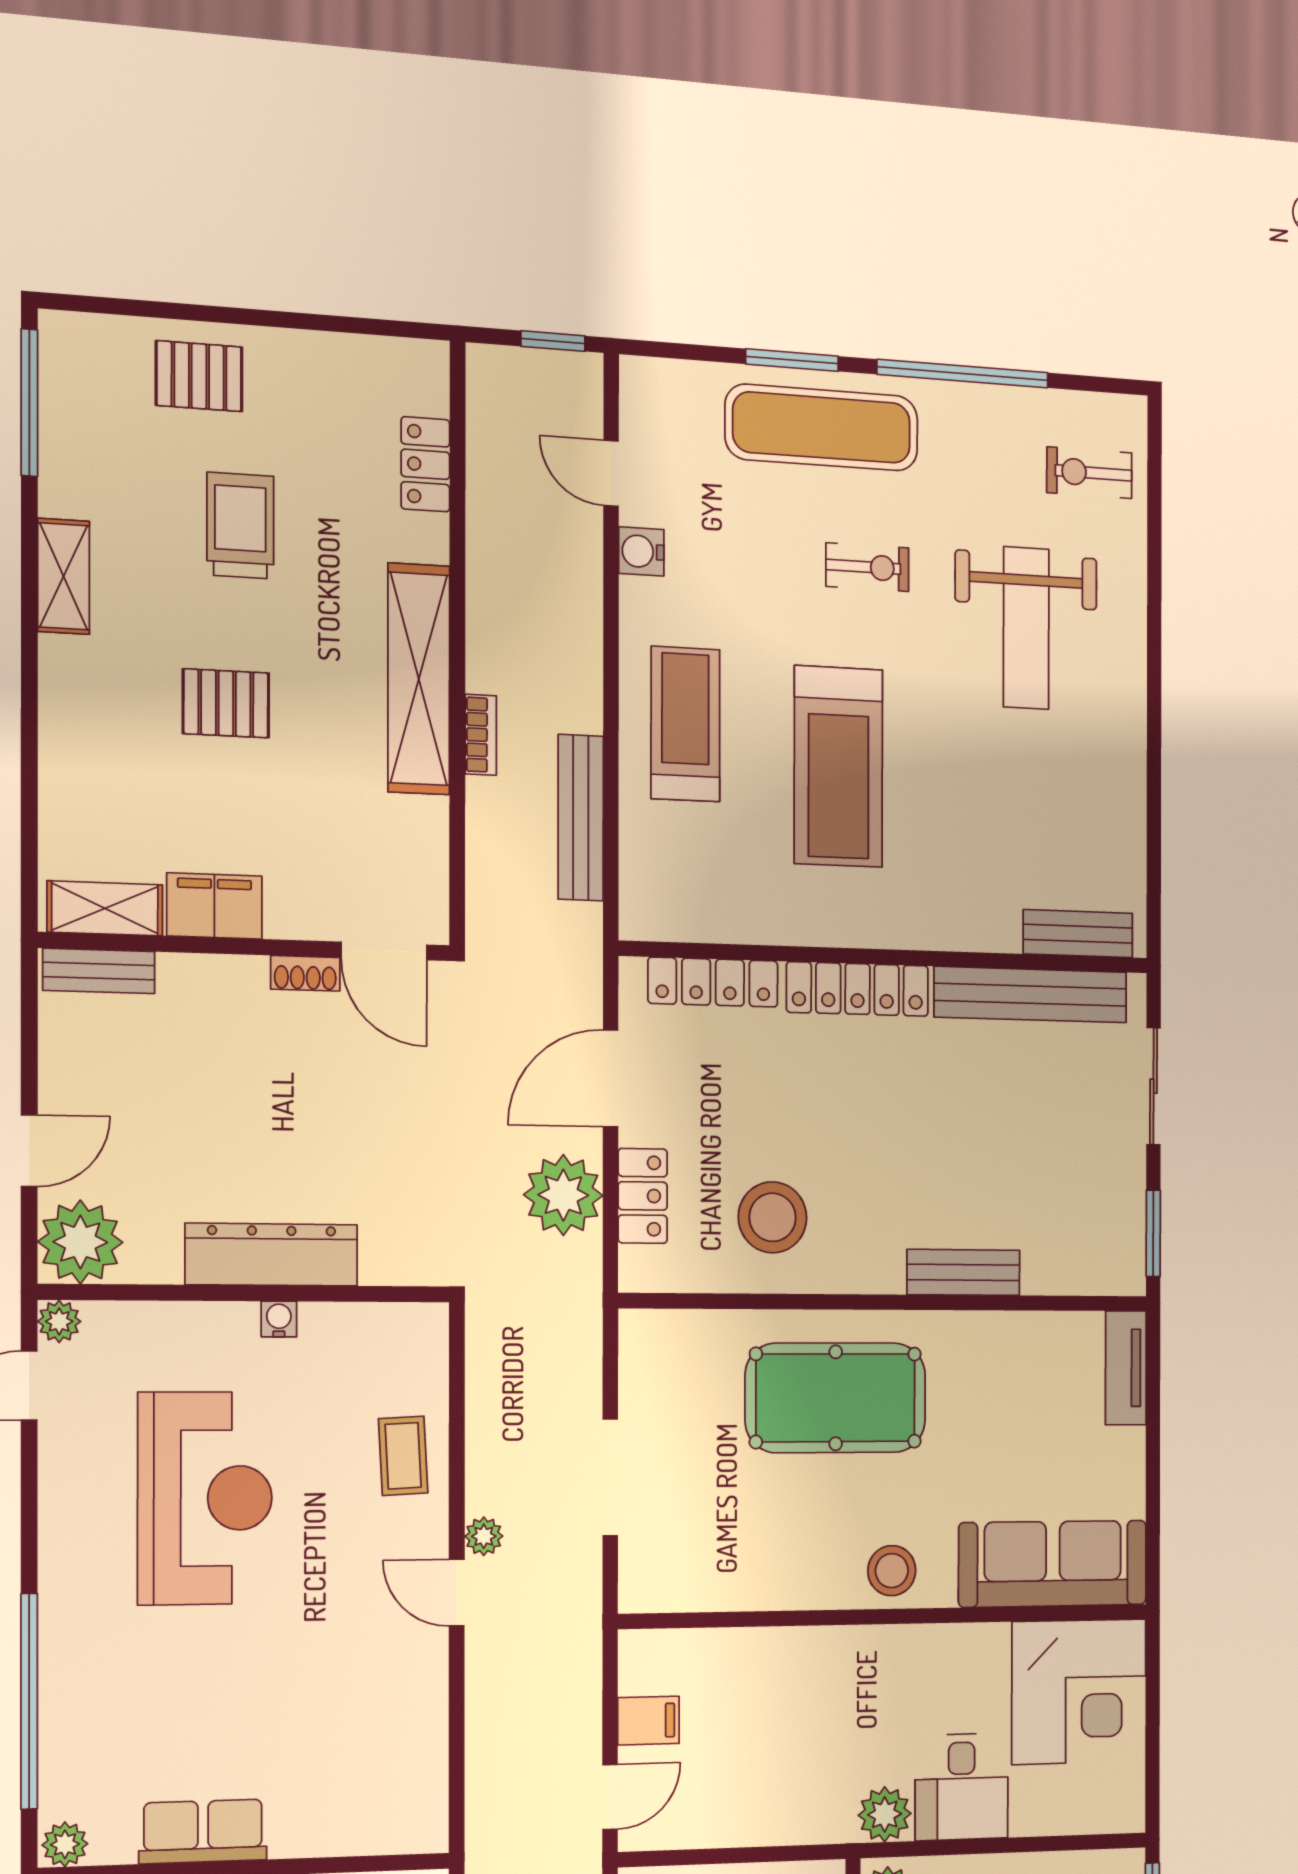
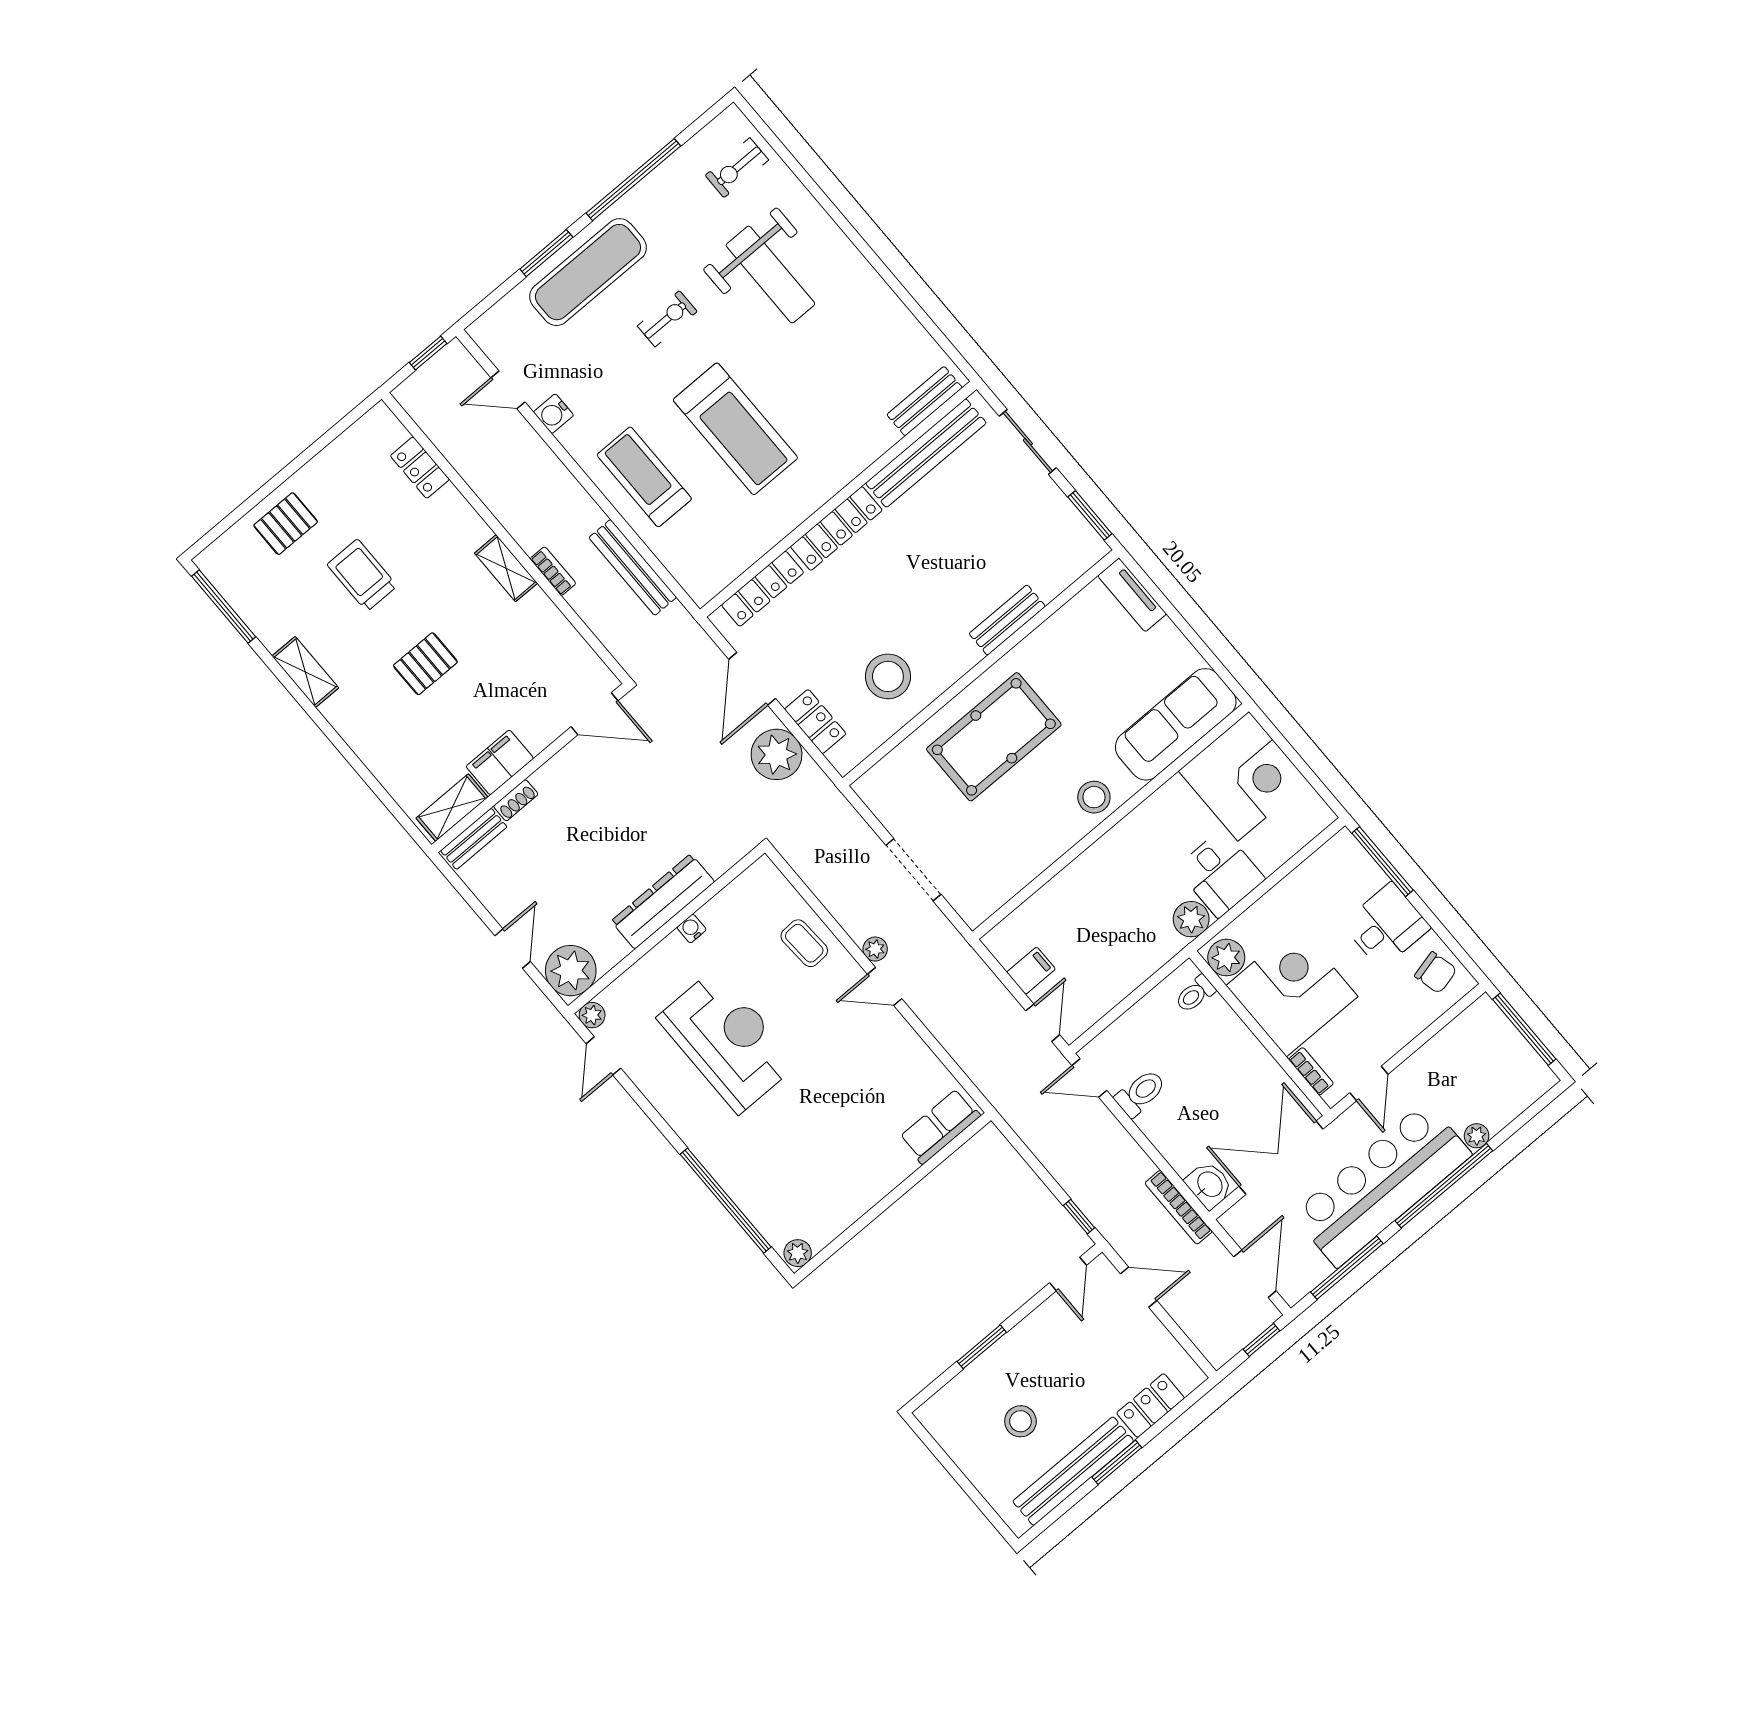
shelving: (419, 679) -> (506, 568), width x0.45, depth x0.75
shoe rack: (305, 973) -> (516, 800), moved
row of seats: (203, 1831) -> (940, 1126), moved

